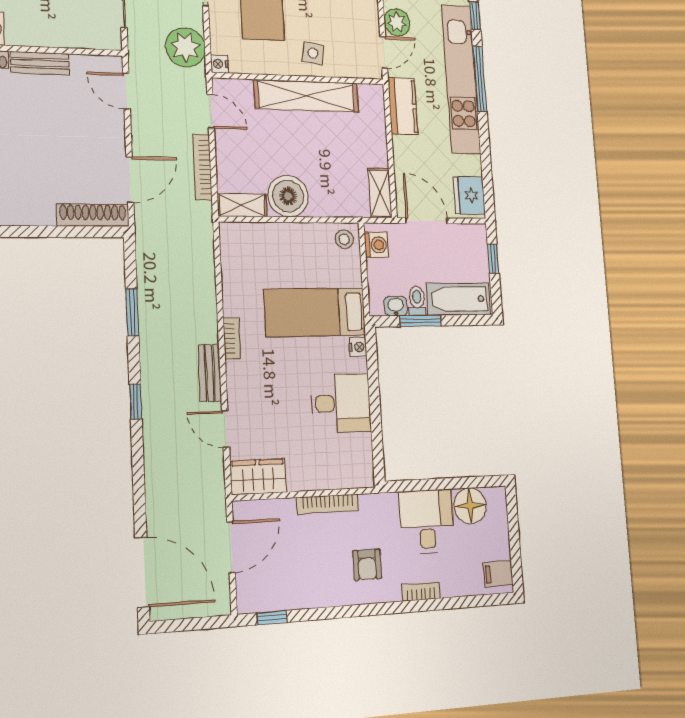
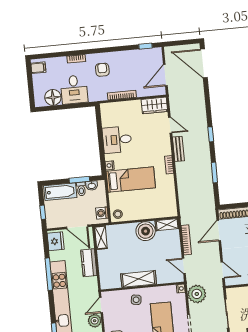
window: (480, 79) -> (49, 274), moved
shelving: (306, 96) -> (139, 279), width x0.68
kitchen counter: (403, 106) -> (89, 263), moved

